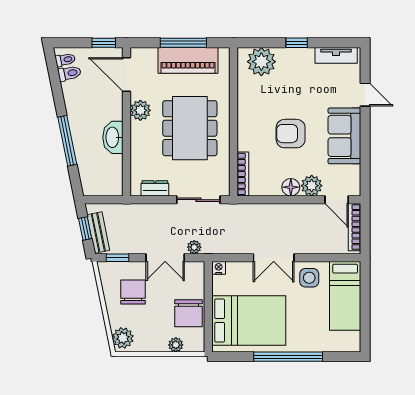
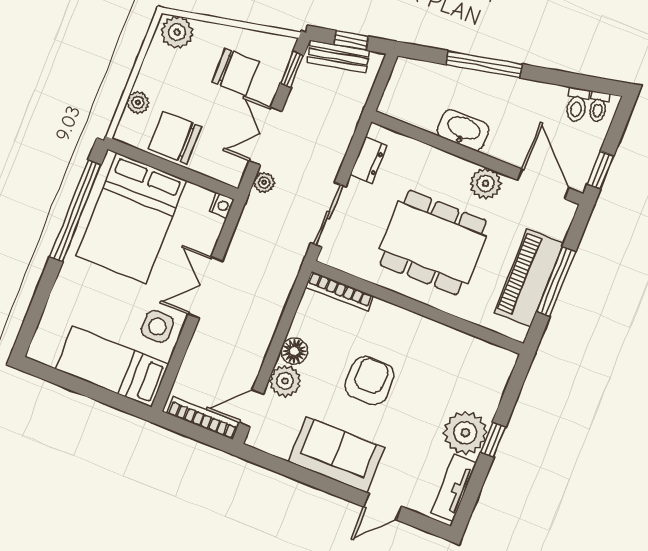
plant: (261, 62) -> (465, 433), moved
door: (127, 74) -> (543, 184), hinge flipped
window: (288, 357) -> (75, 211), moved

